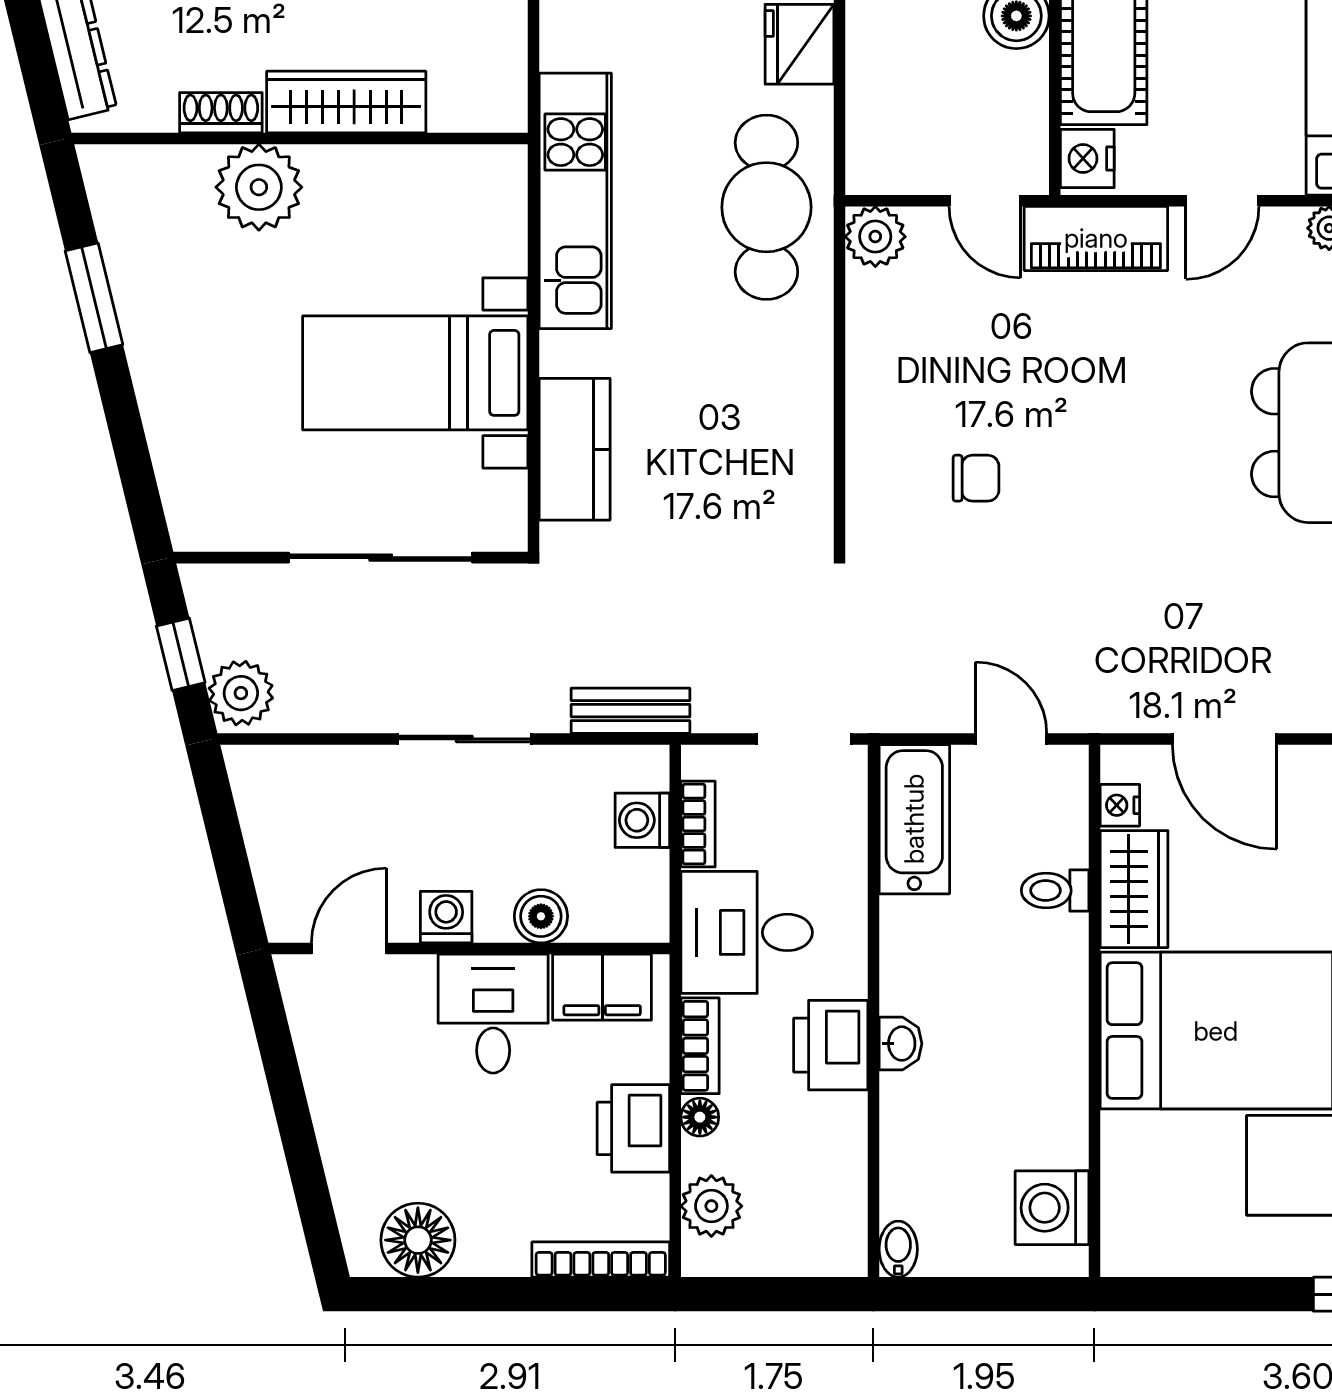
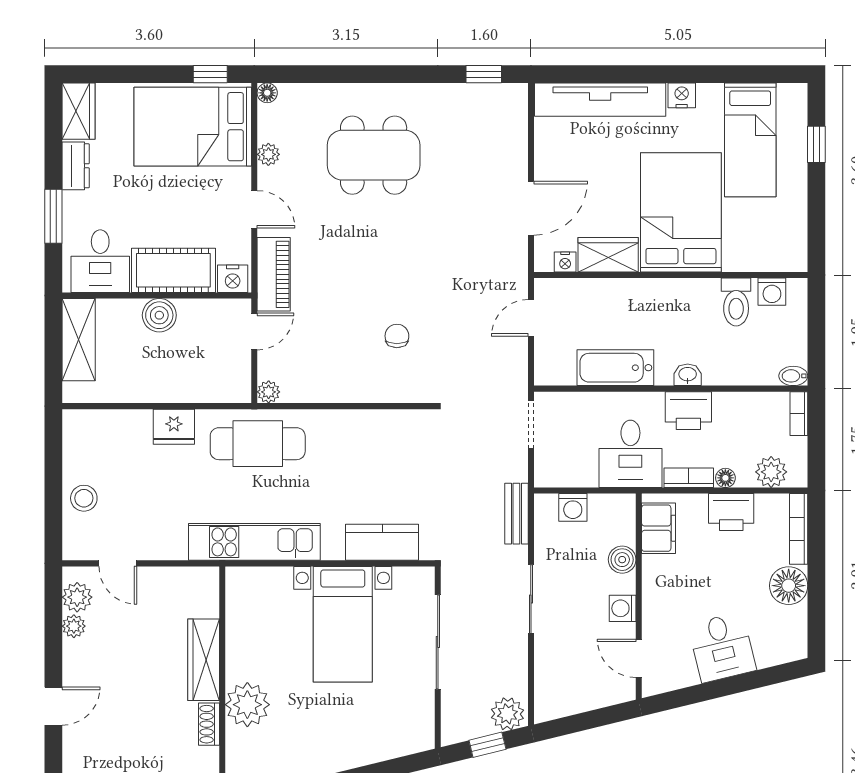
plant: (875, 237) -> (269, 392), width x0.73, depth x0.73
bathtub: (914, 819) -> (615, 368), moved
bookcase: (698, 824) -> (799, 414), moved, turned -90
toilet: (1055, 891) -> (736, 302), moved, width x1.37, depth x1.39
desk: (493, 1014) -> (722, 647), moved, turned -104
washing machine: (1052, 1208) -> (772, 292), width x0.73, depth x0.73
floor lamp: (418, 1240) -> (789, 586), moved

